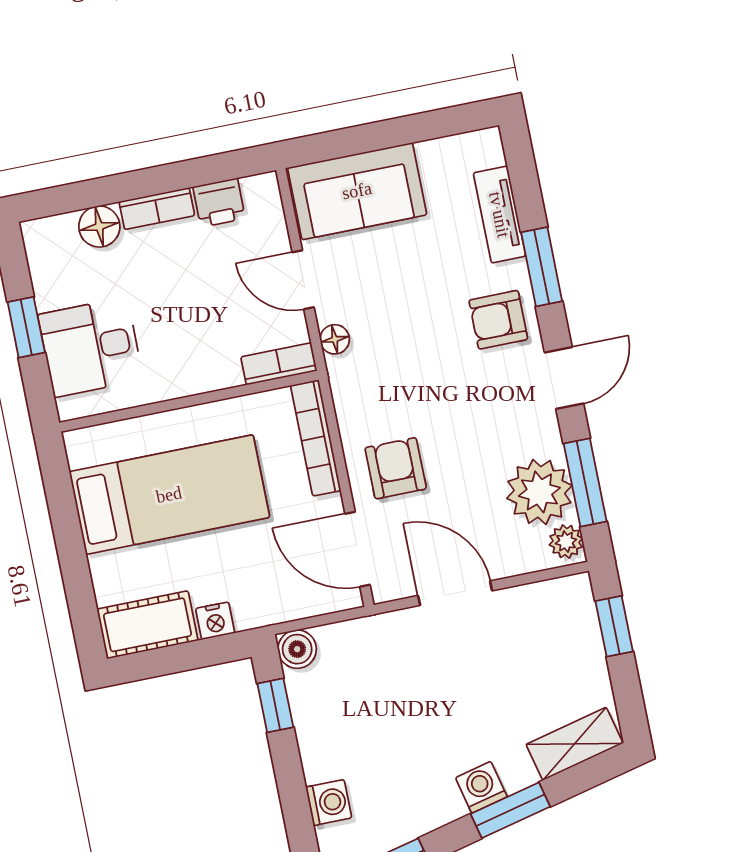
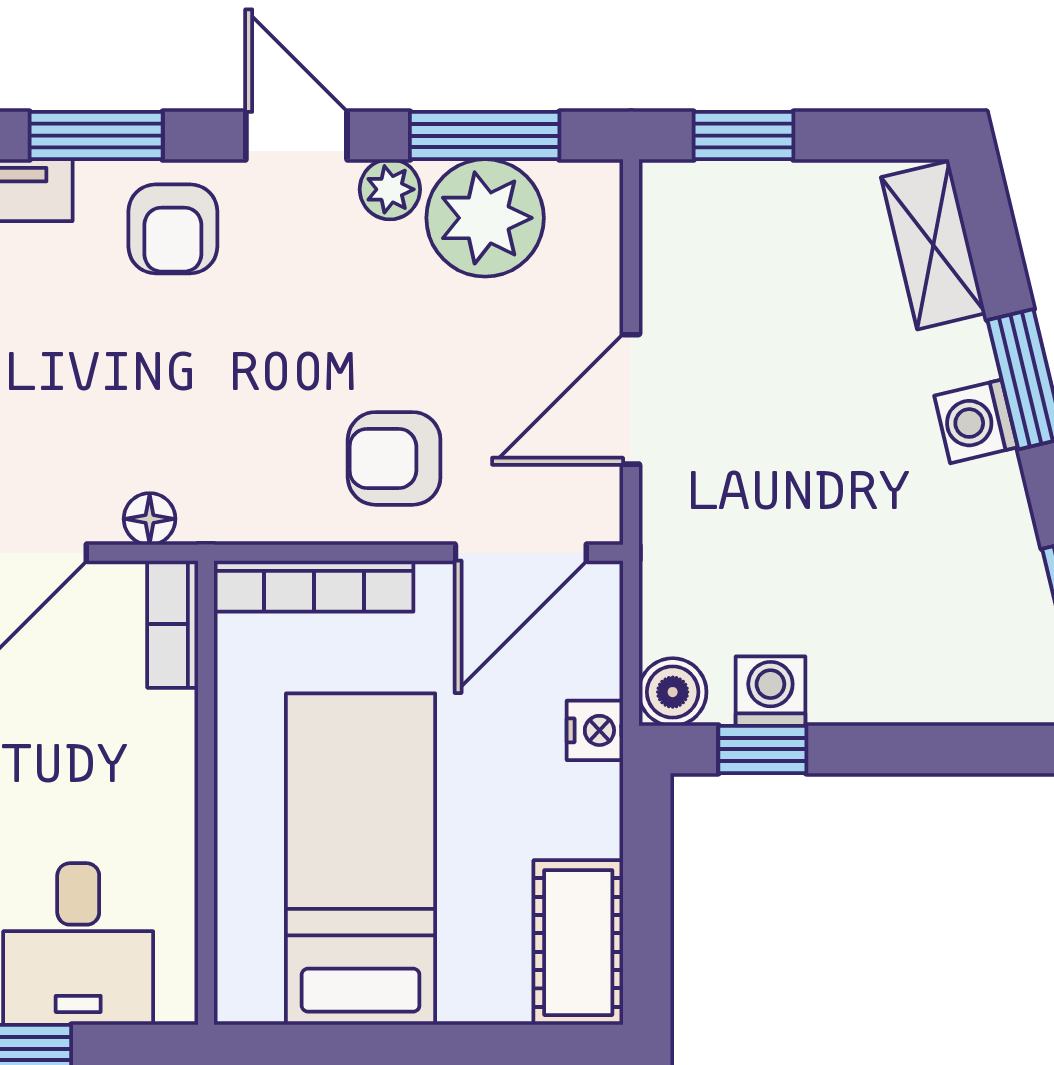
plant: (566, 542) -> (390, 189), moved
nightstand: (215, 621) -> (595, 730), moved
washing machine: (329, 803) -> (770, 691), moved

